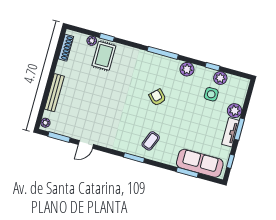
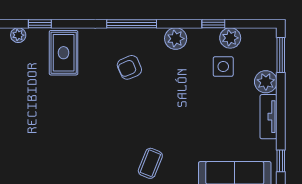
rug: (104, 56) -> (64, 53), moved
armchair: (157, 97) -> (129, 67), moved, turned -69
window: (239, 129) -> (281, 55), moved

